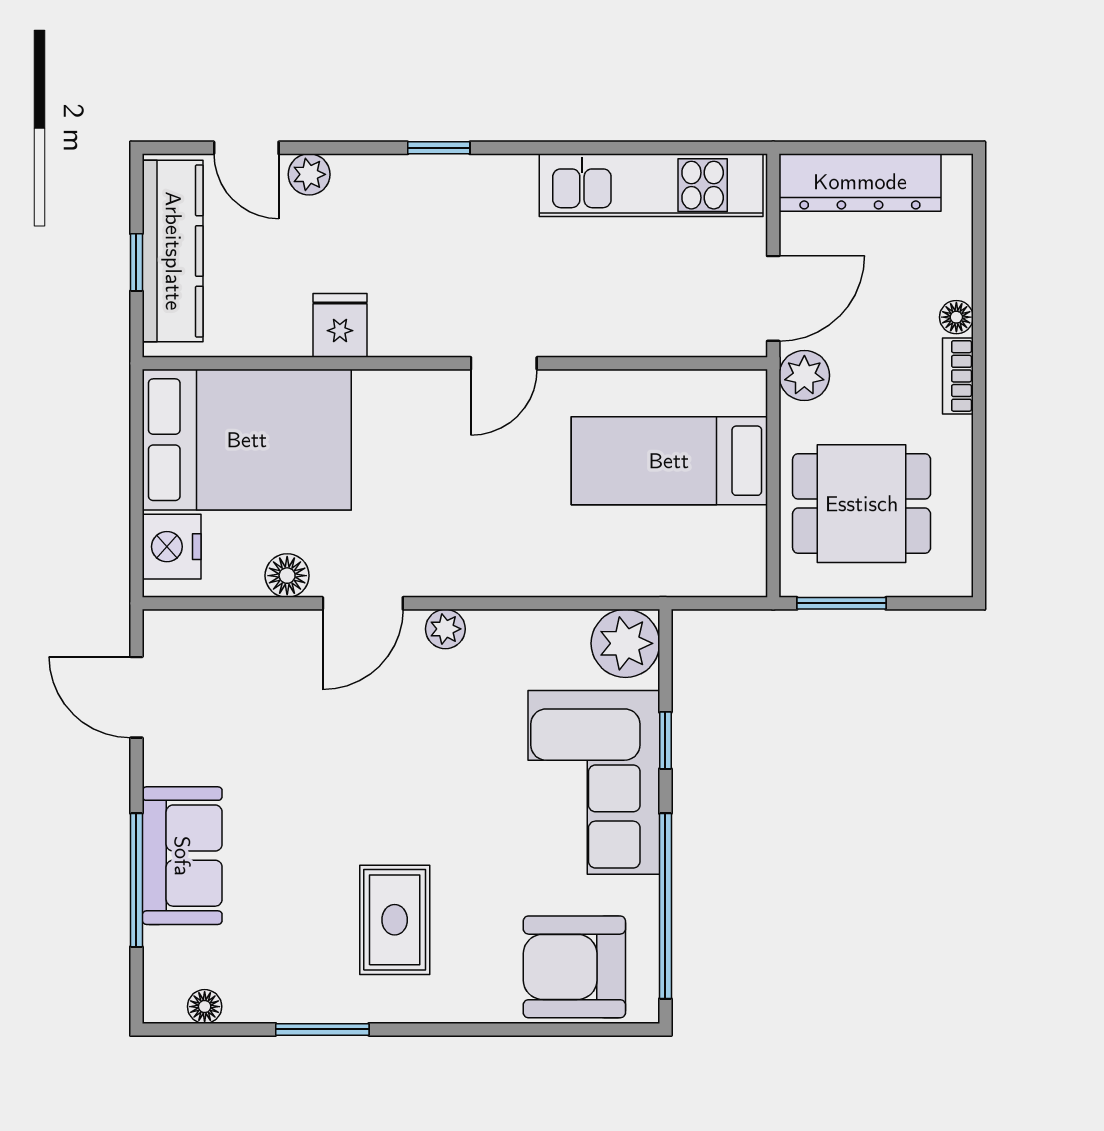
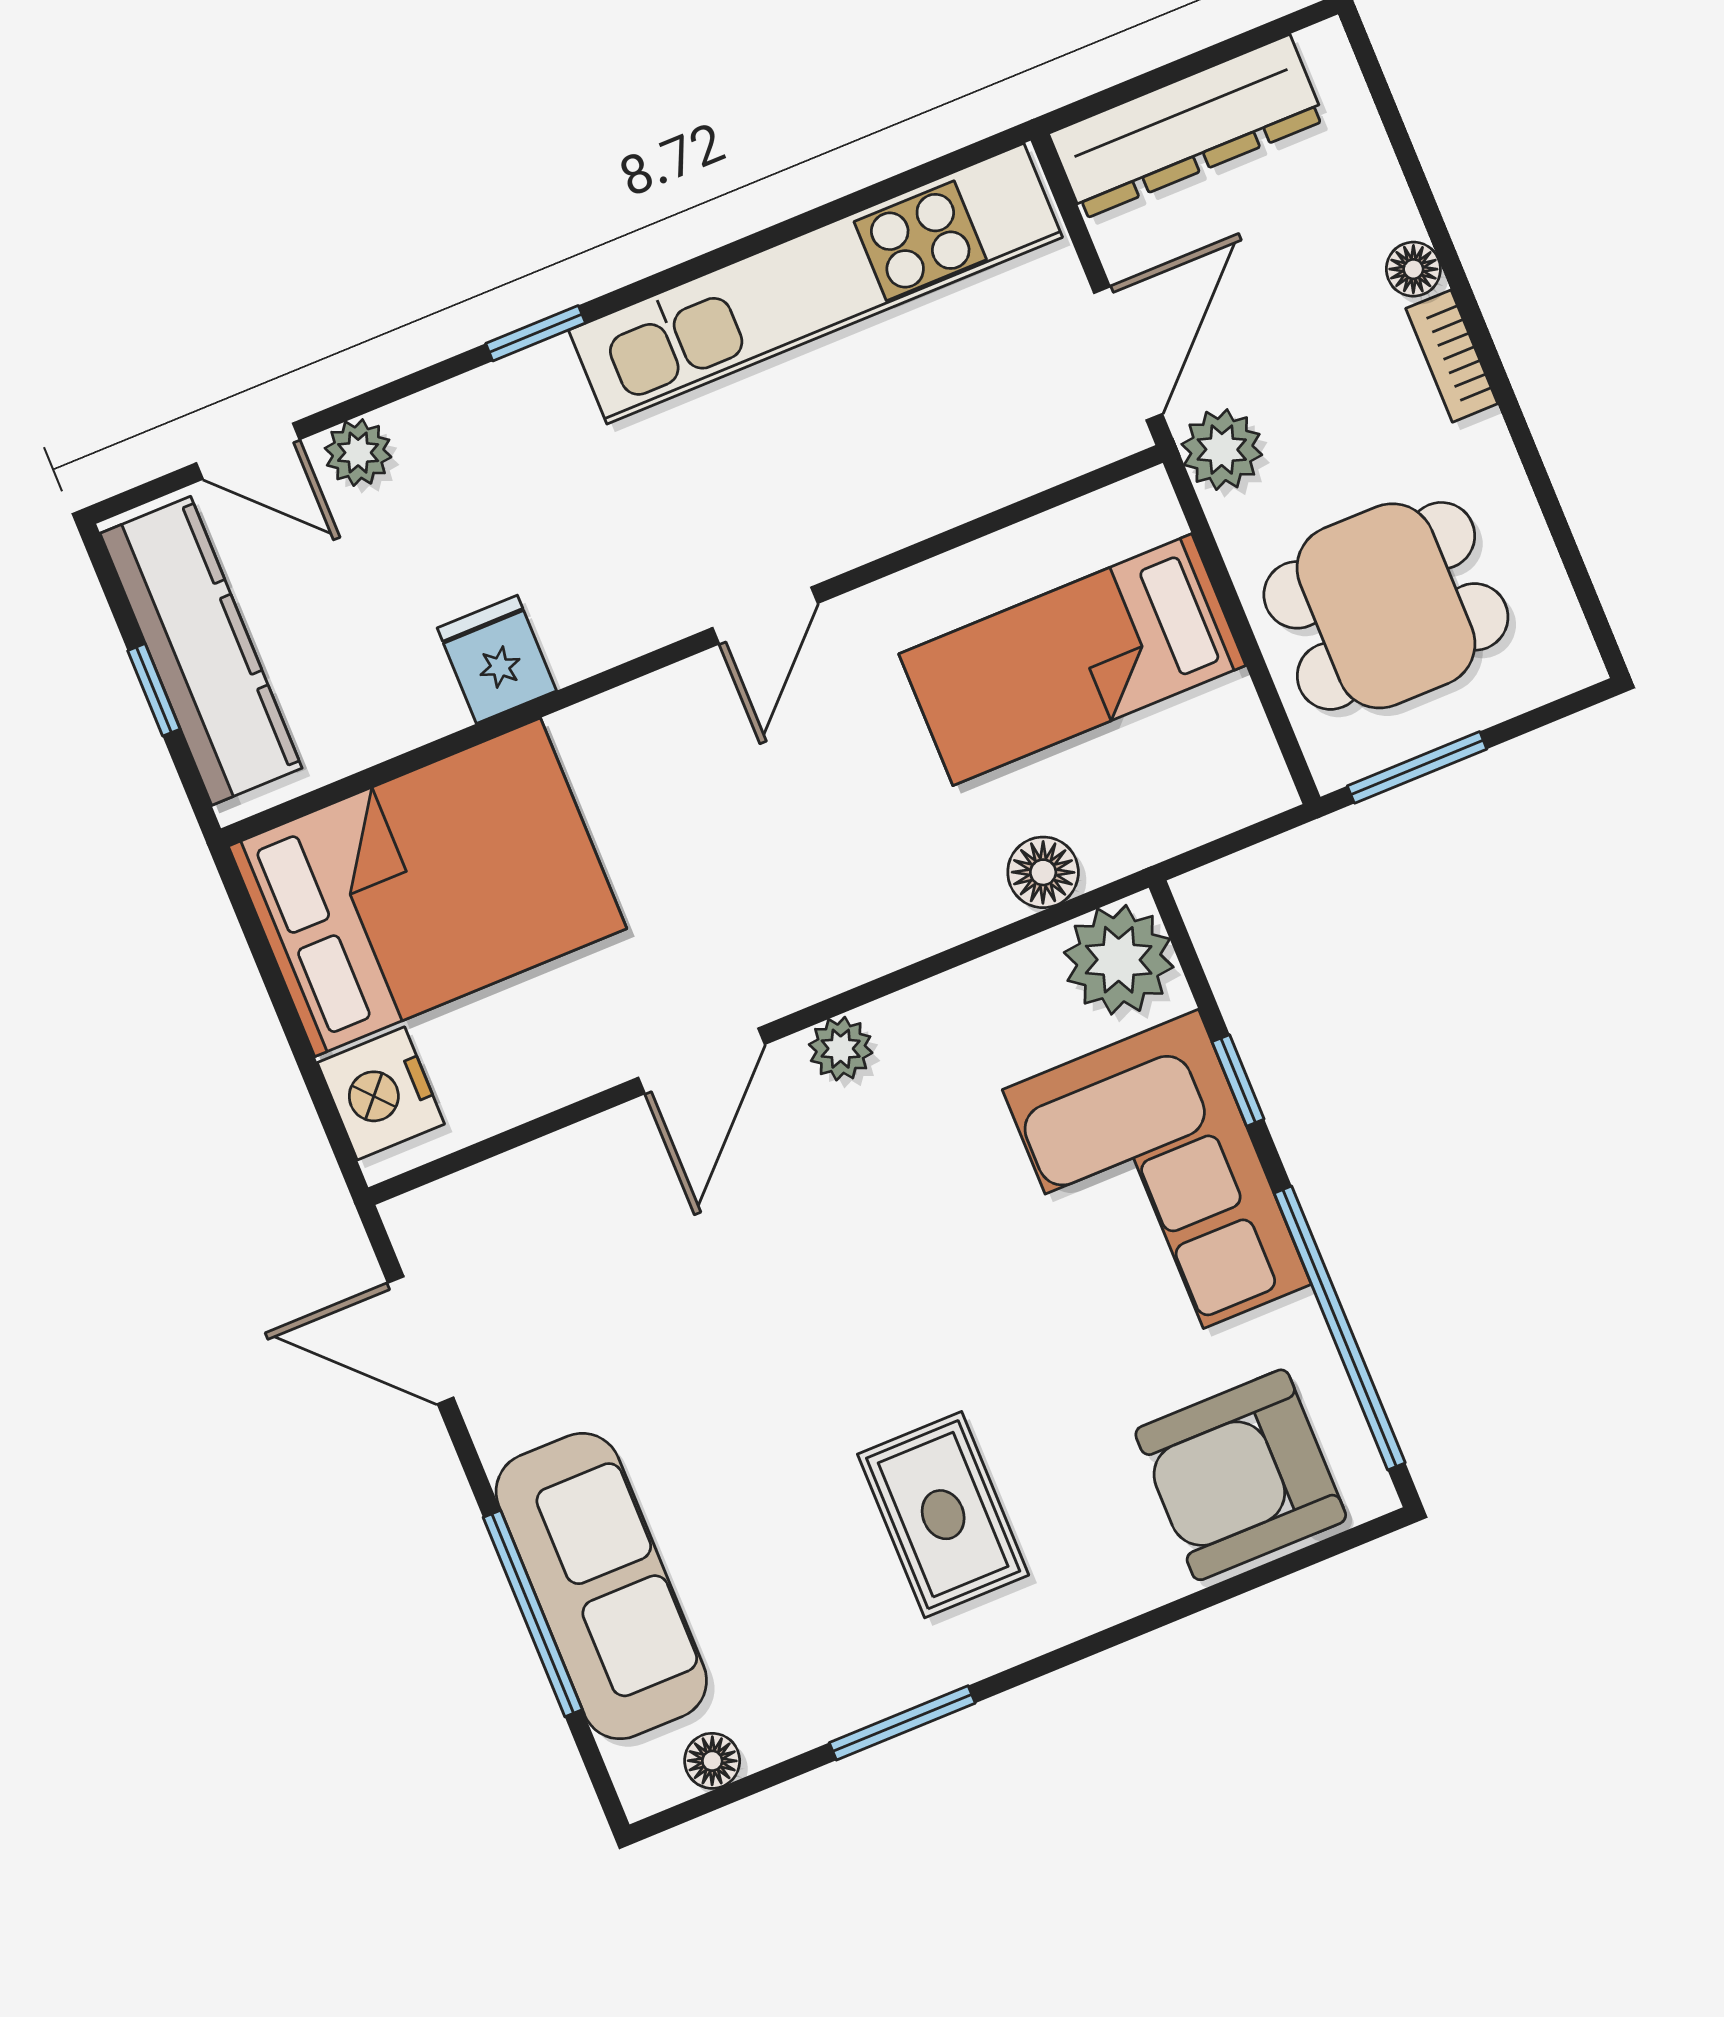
kitchen unit: (651, 185) -> (815, 284), width x1.36
floor lamp: (287, 576) -> (1043, 872), moved
sofa: (182, 856) -> (601, 1586), width x1.36

